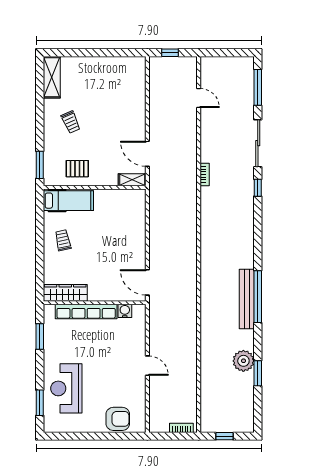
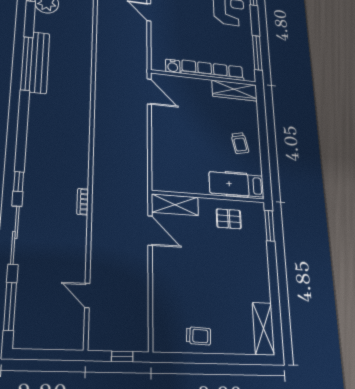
trolley: (71, 122) -> (199, 336), moved, turned 117
shelving: (132, 180) -> (175, 205), width x1.50, depth x1.33
window: (40, 336) -> (257, 53), width x1.44

